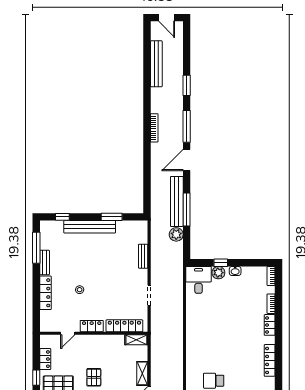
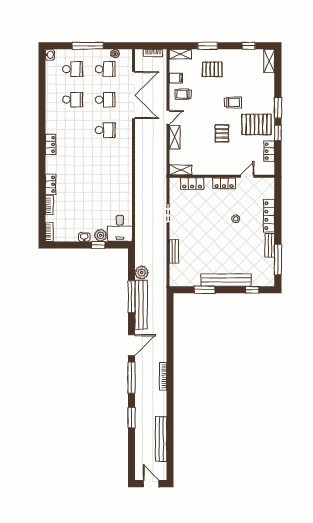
locker: (124, 326) -> (192, 184), width x0.66
locker: (270, 360) -> (51, 144), width x0.66

